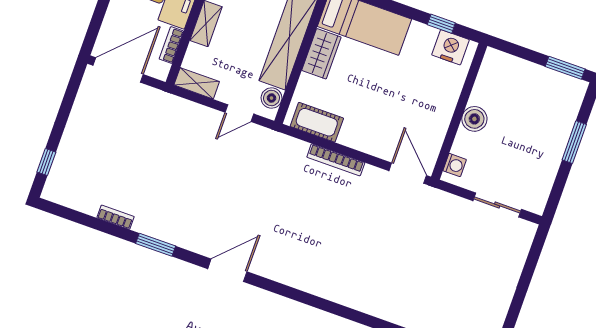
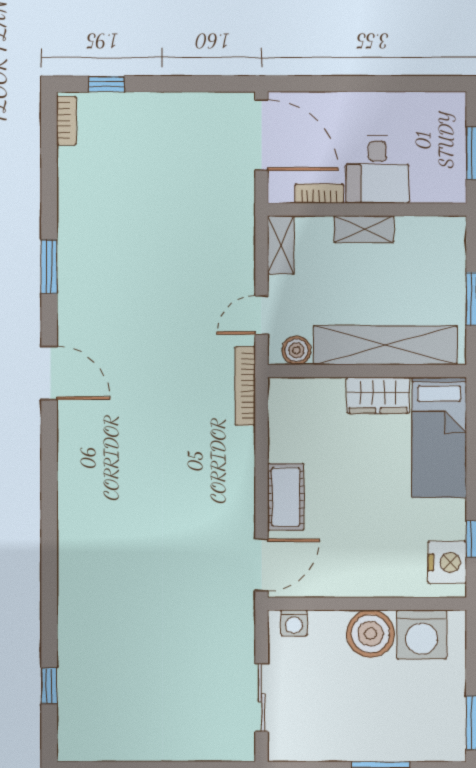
washing machine: (493, 82) -> (422, 635), added
door: (239, 113) -> (261, 315), hinge flipped
boiler: (474, 119) -> (370, 634), width x1.37, depth x1.37
cot: (317, 122) -> (286, 497), moved
bookcase: (336, 160) -> (245, 386), moved
bookcase: (115, 217) -> (66, 121), moved

